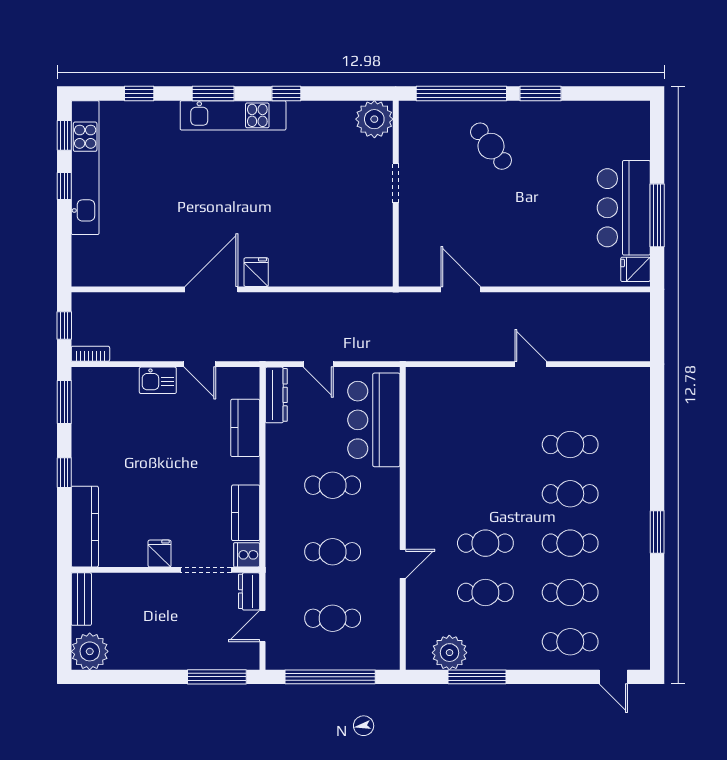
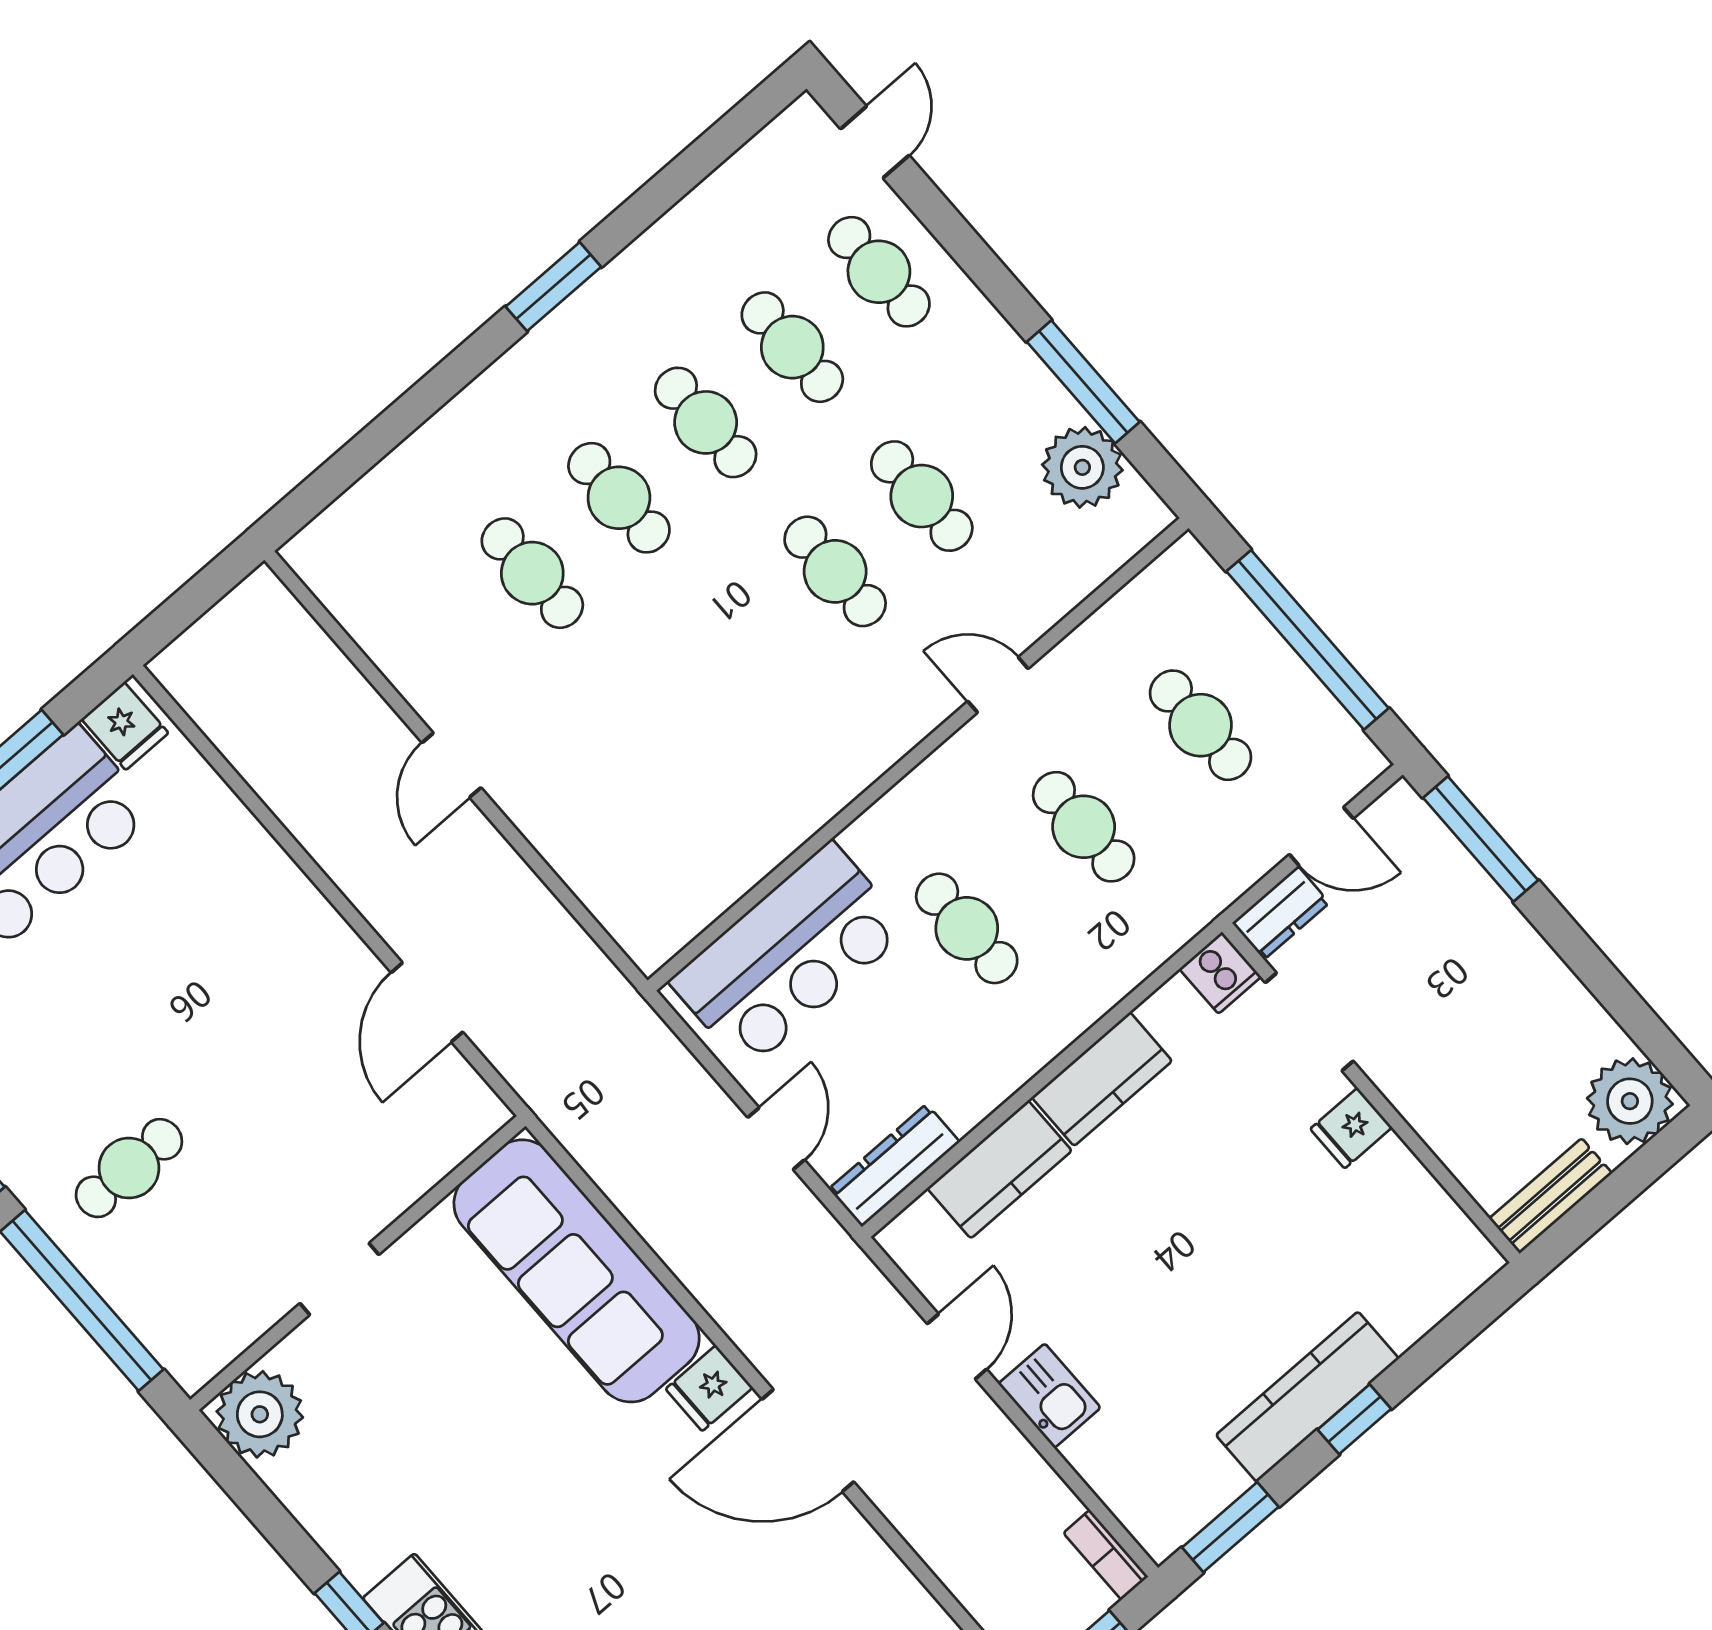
cafe table: (491, 146) -> (129, 1168), turned 38
sofa: (332, 262) -> (577, 1271), added
kitchen counter: (246, 513) -> (1102, 1079), moved
kitchen counter: (85, 527) -> (1307, 1397), moved

